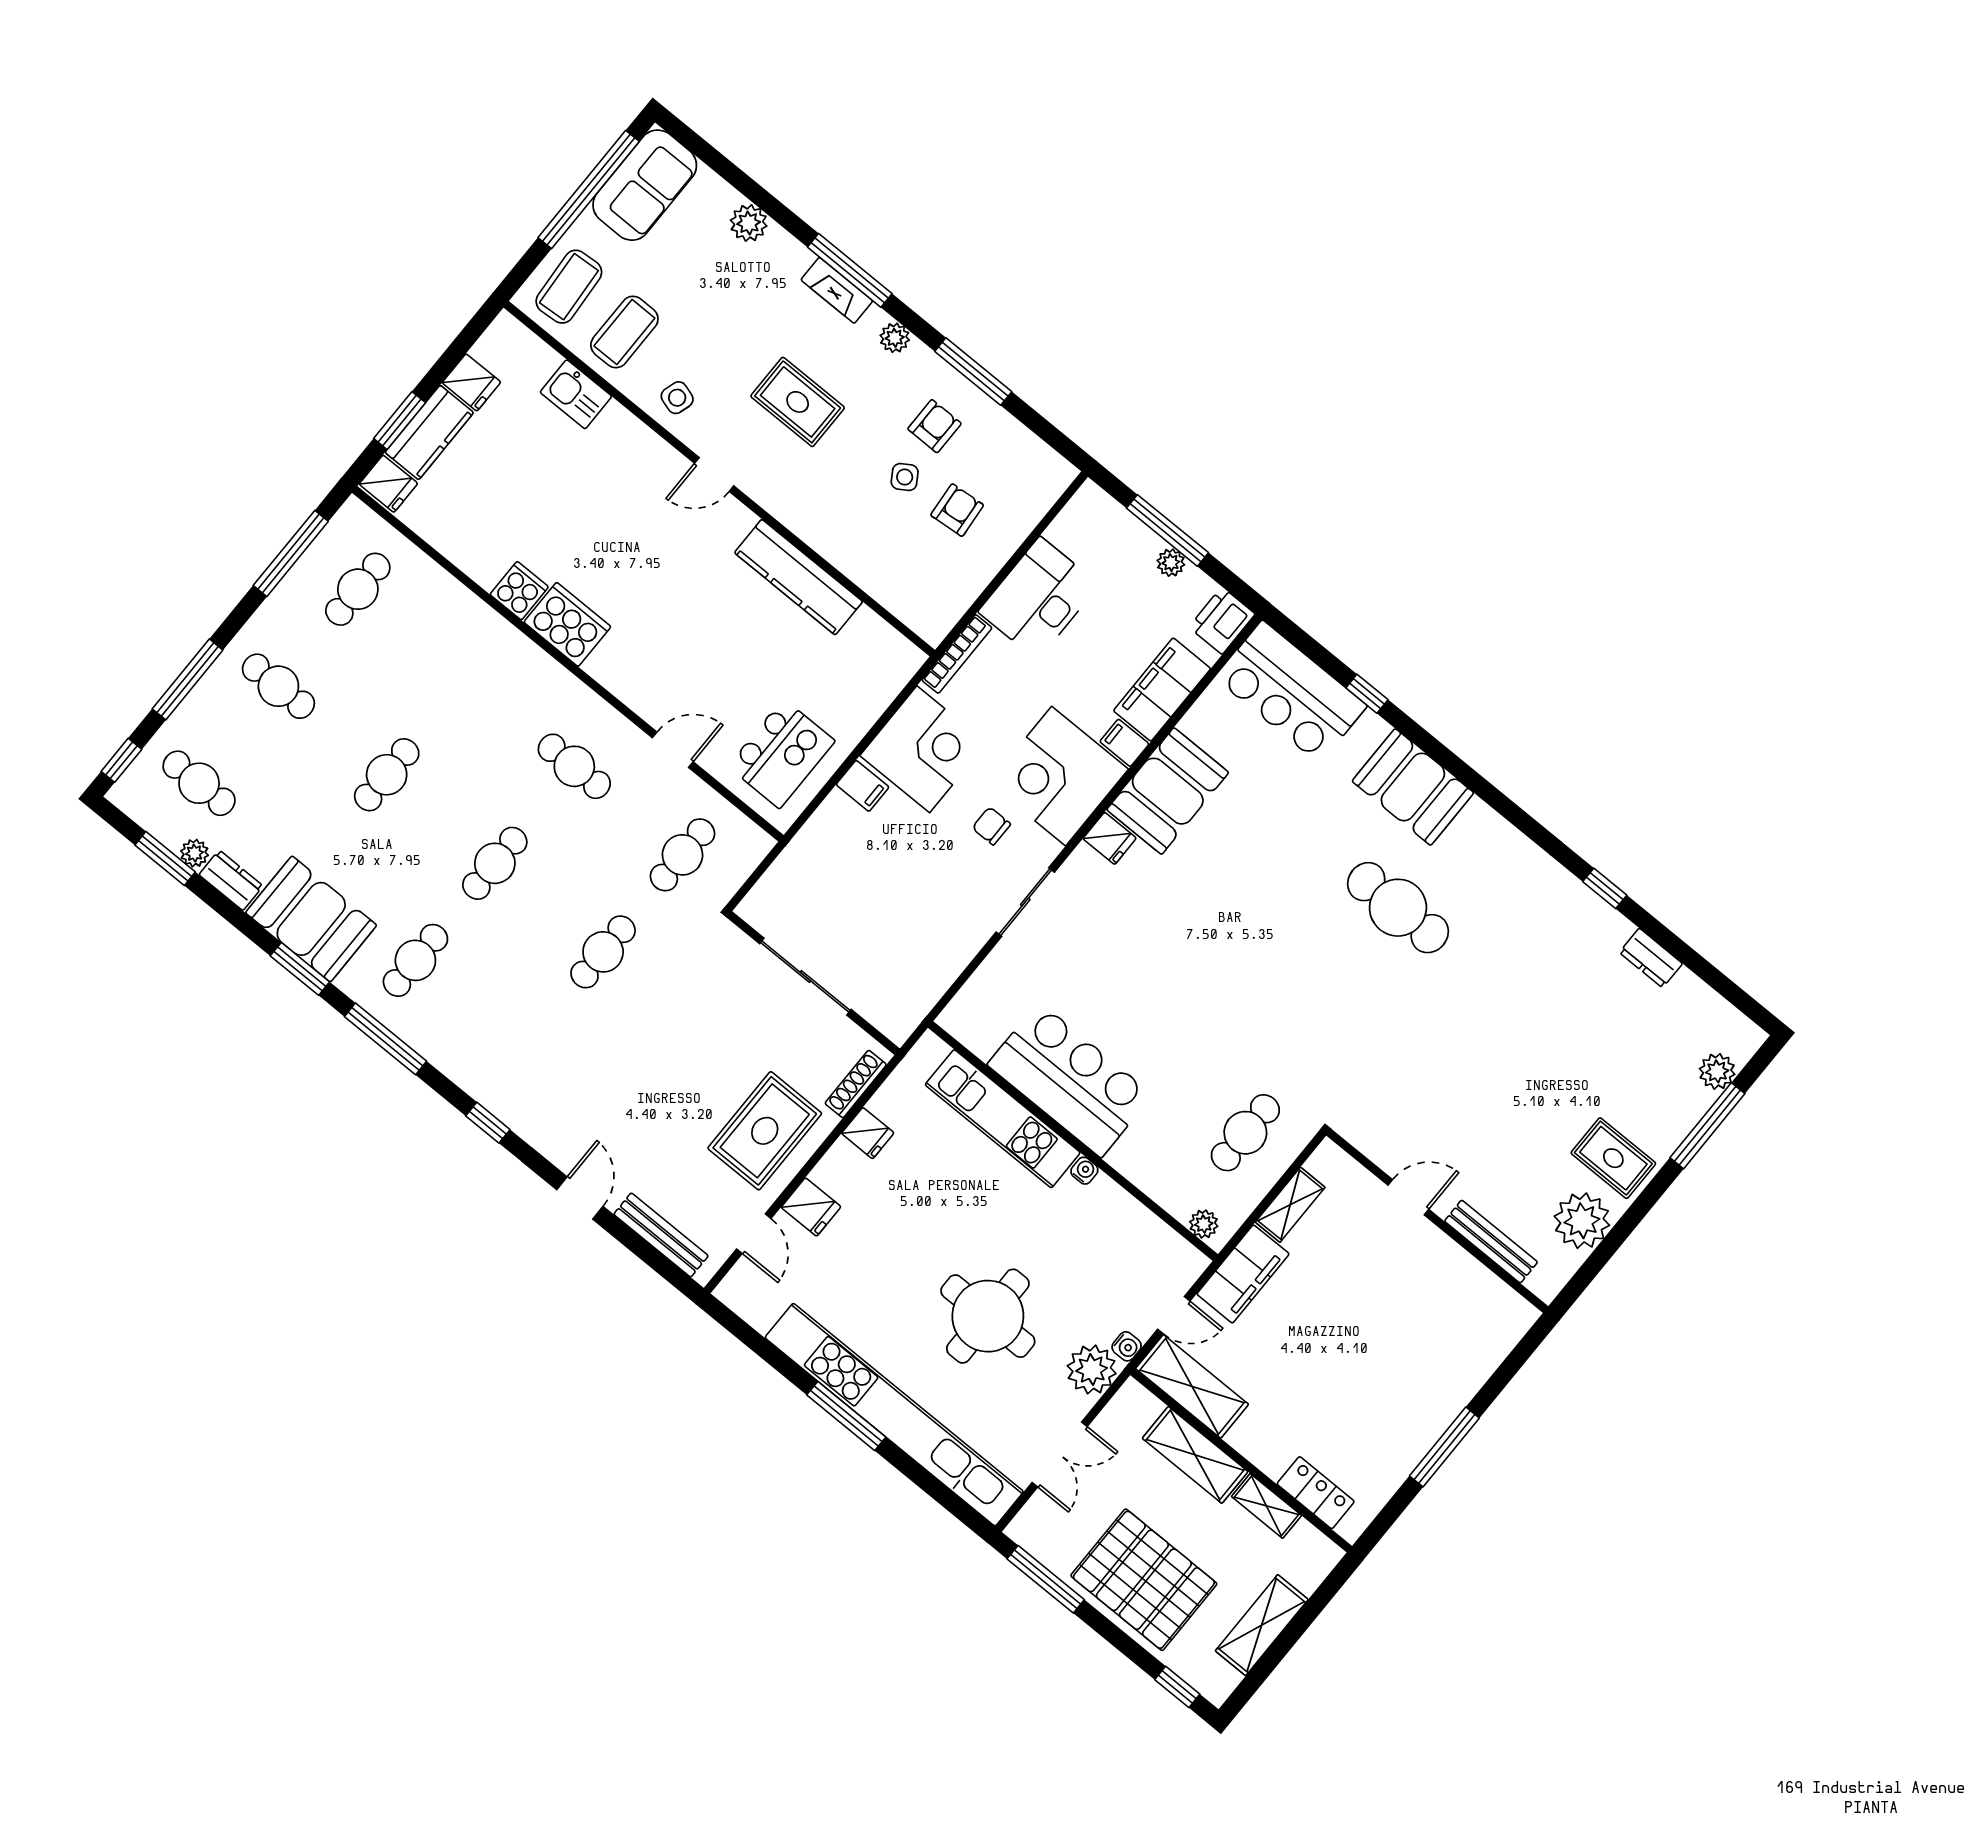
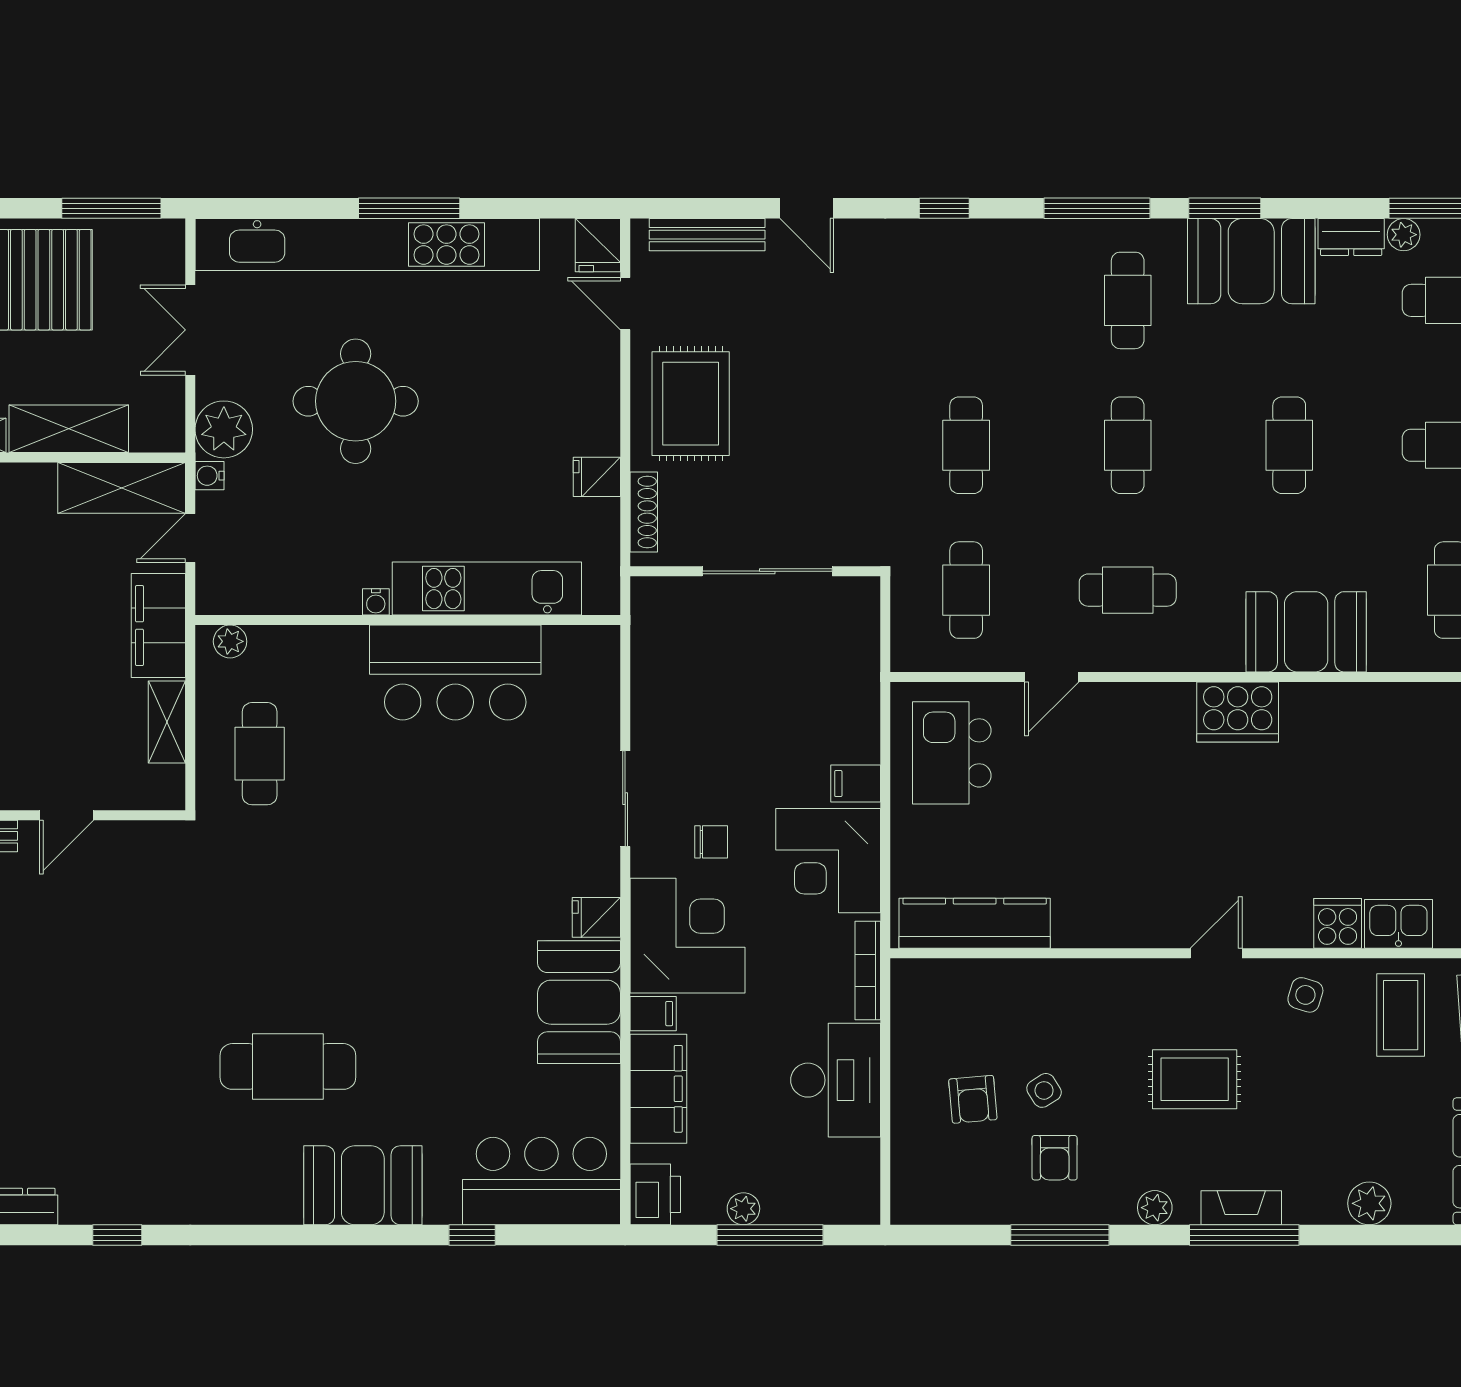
kitchen counter: (798, 577) -> (975, 923), moved
cooker: (519, 591) -> (1338, 923), moved, turned 180
booth: (478, 641) -> (1306, 632), added
fridge: (811, 1207) -> (598, 245), moved, turned -90

